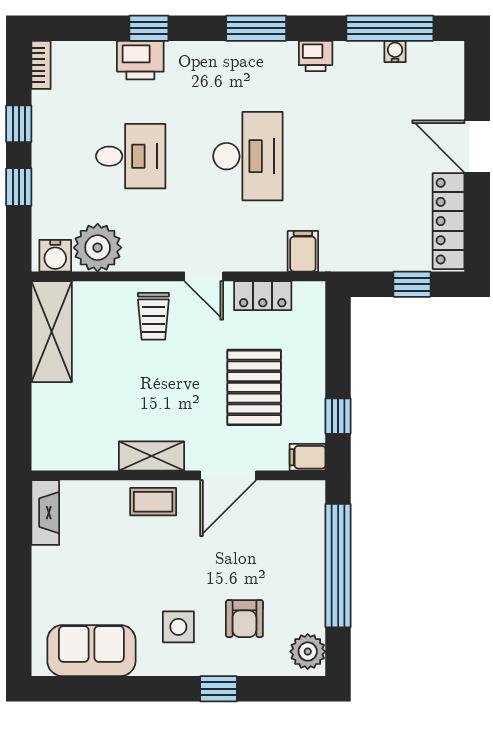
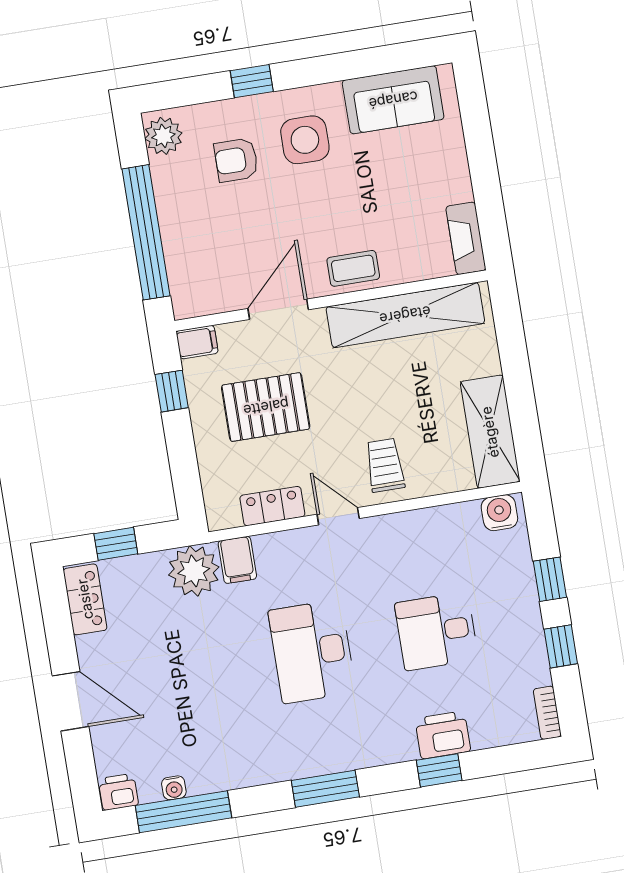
printer: (316, 56) -> (118, 792), moved
locker: (449, 221) -> (85, 599), width x0.66
plant: (98, 248) -> (194, 571), moved
pallet: (254, 387) -> (266, 407), turned 90
shelving: (151, 456) -> (405, 315), width x2.20, depth x1.33
armchair: (244, 619) -> (236, 160), turned -90
side table: (178, 627) -> (305, 140), width x1.37, depth x1.37

